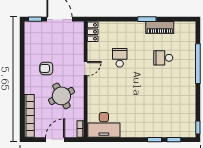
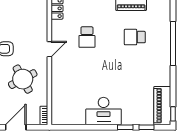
school desk: (120, 58) -> (87, 37), turned 180
piano: (188, 120) -> (162, 106), added
desk: (104, 125) -> (104, 111), moved

